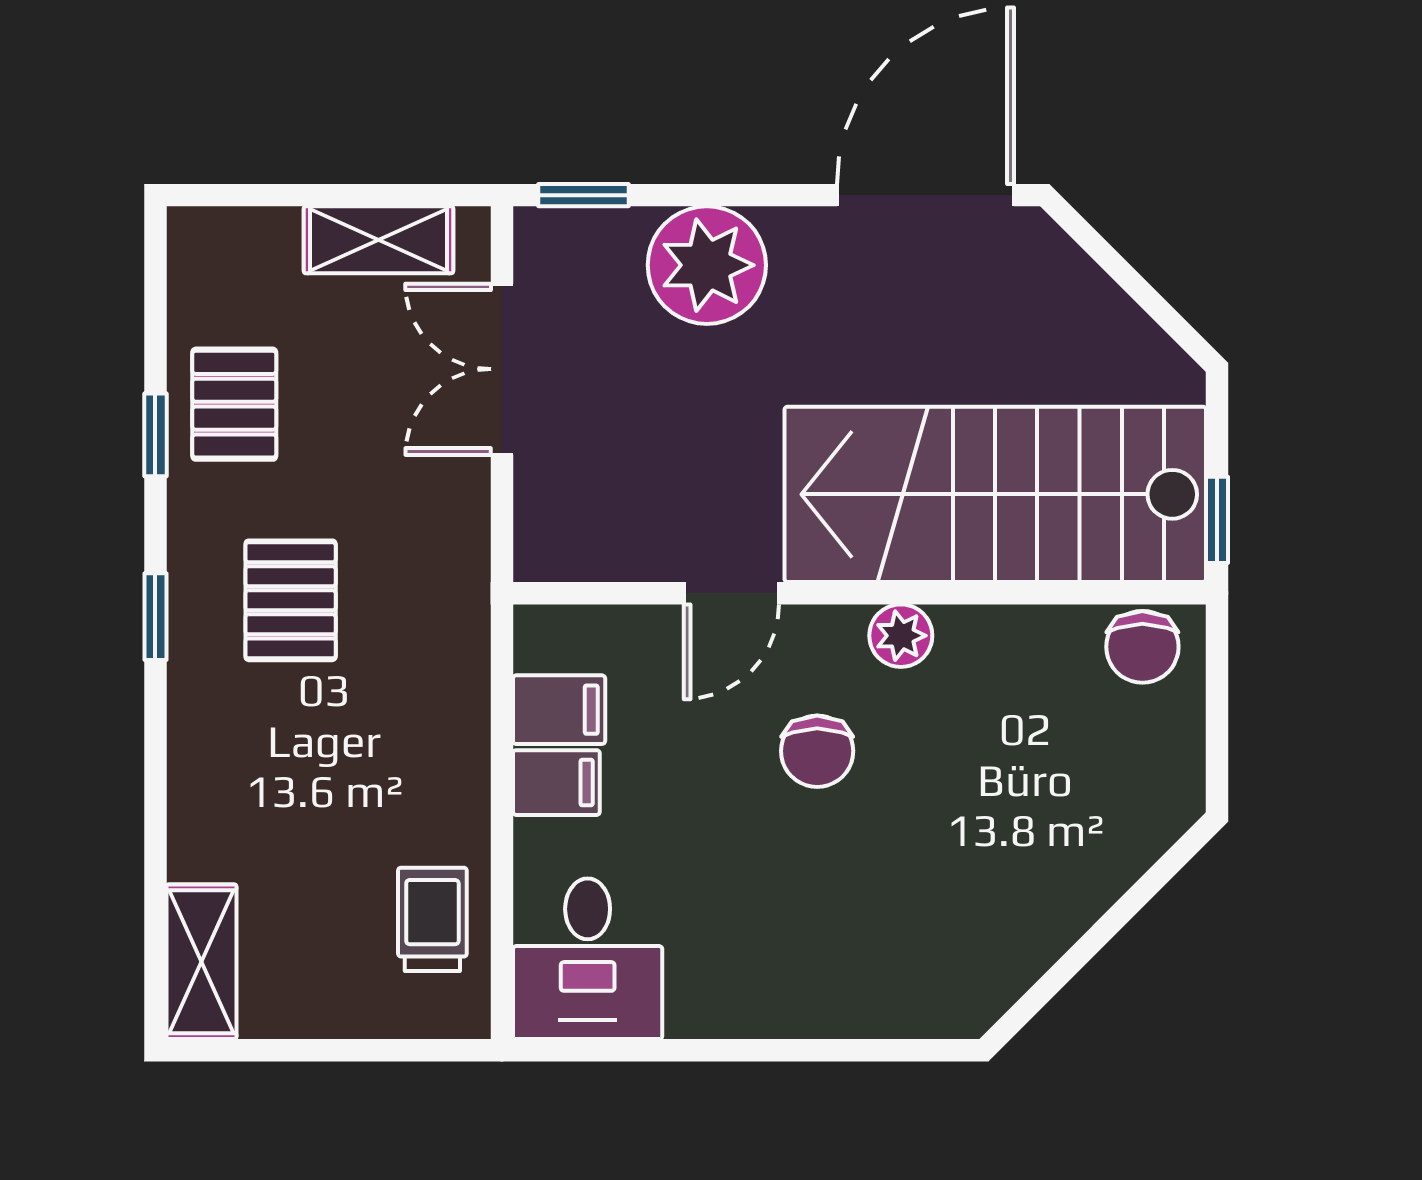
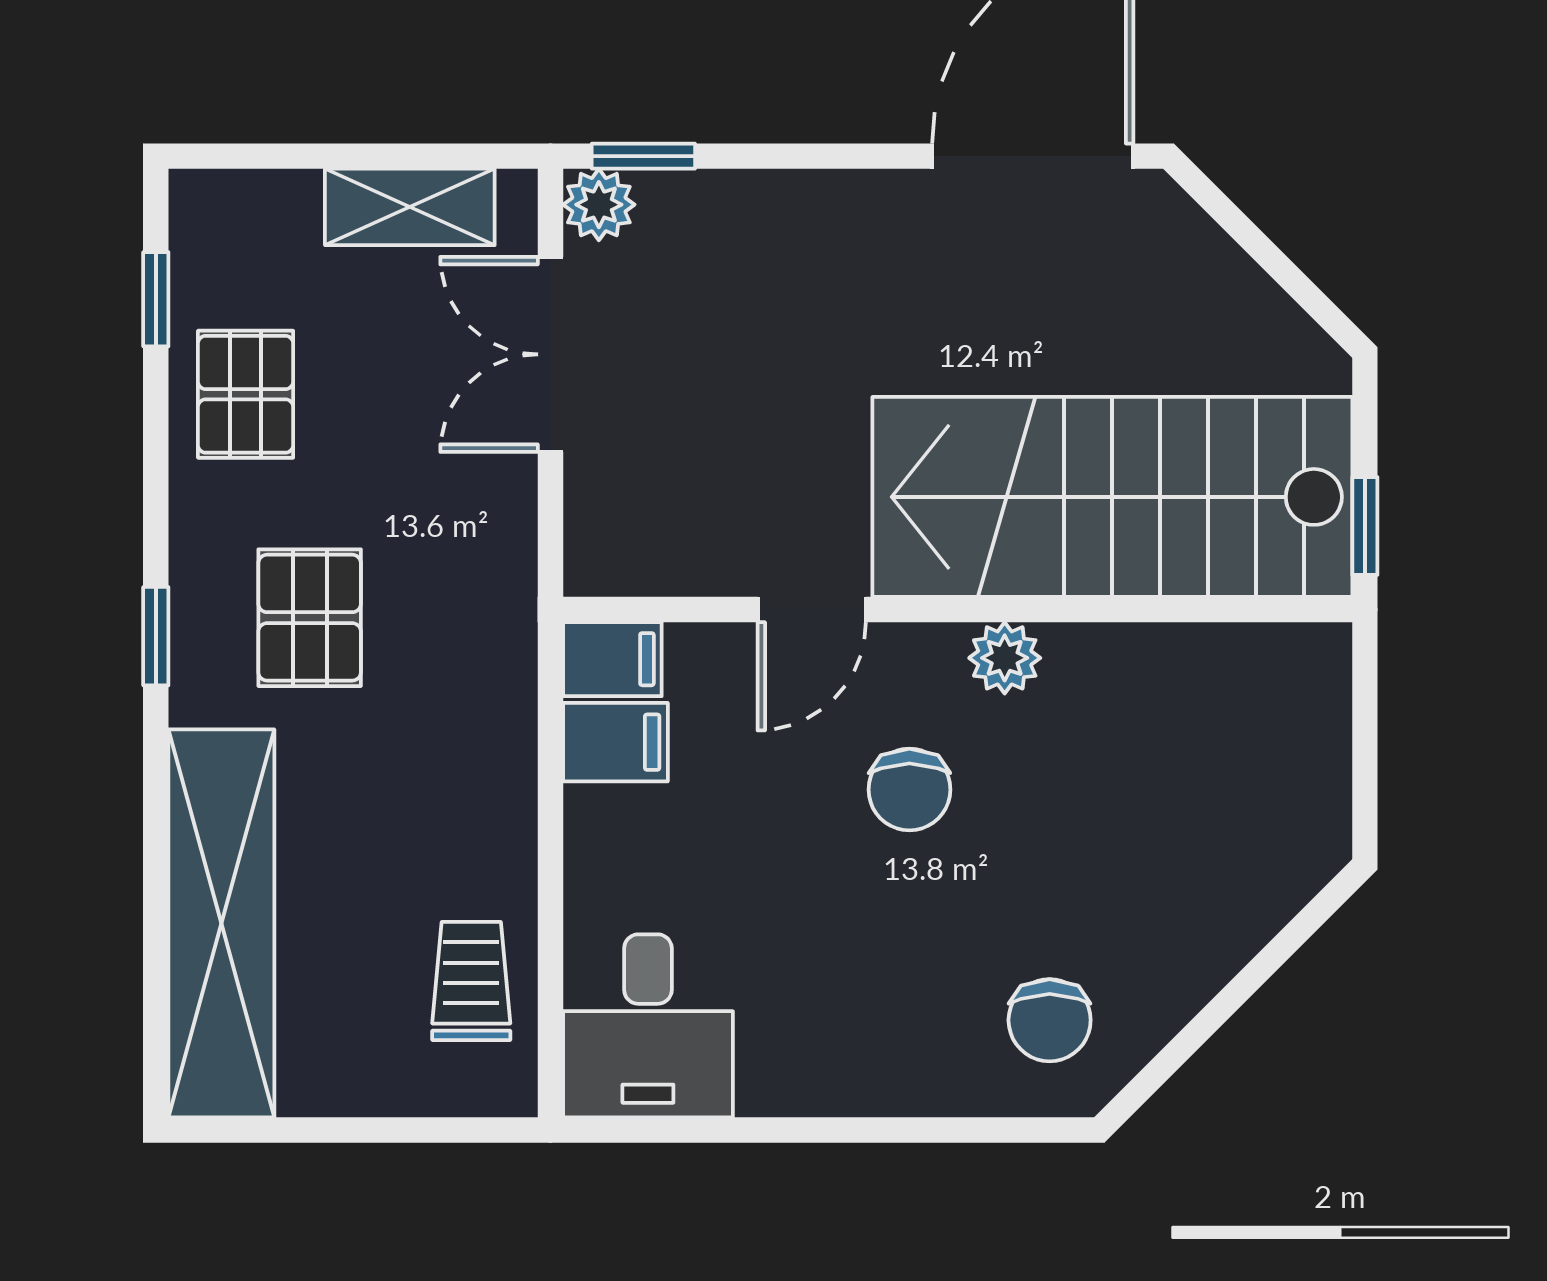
plant: (707, 265) -> (599, 205), moved, width x0.53, depth x0.53
window: (155, 435) -> (156, 299), moved
chair: (1142, 647) -> (1050, 1020), moved
filing cabinet: (556, 783) -> (612, 659), moved
shelving: (201, 962) -> (221, 923), width x2.20, depth x1.33

